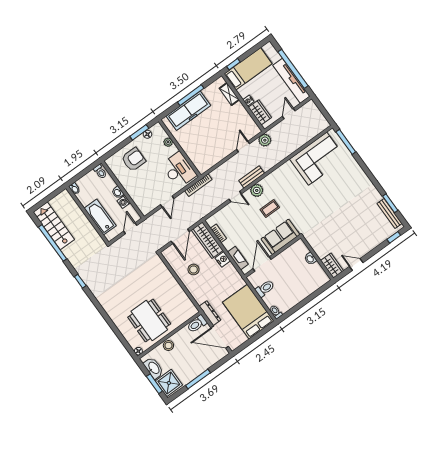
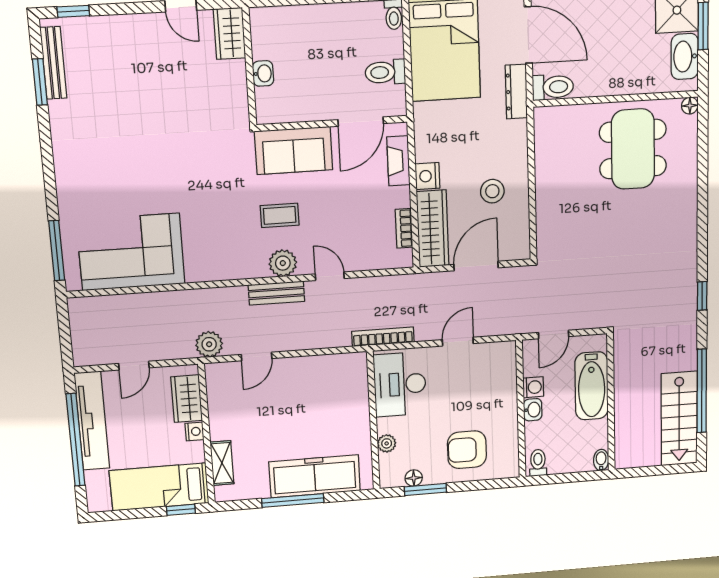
stool: (168, 345) -> (630, 81), removed

